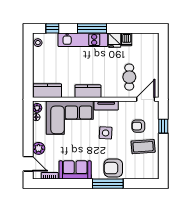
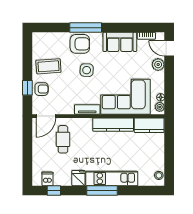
window: (52, 28) -> (54, 190), moved
dishwasher: (127, 39) -> (48, 179), moved
kitchen counter: (88, 91) -> (113, 125), width x1.50
armchair: (138, 126) -> (42, 89), moved
side table: (106, 133) -> (87, 70), moved

